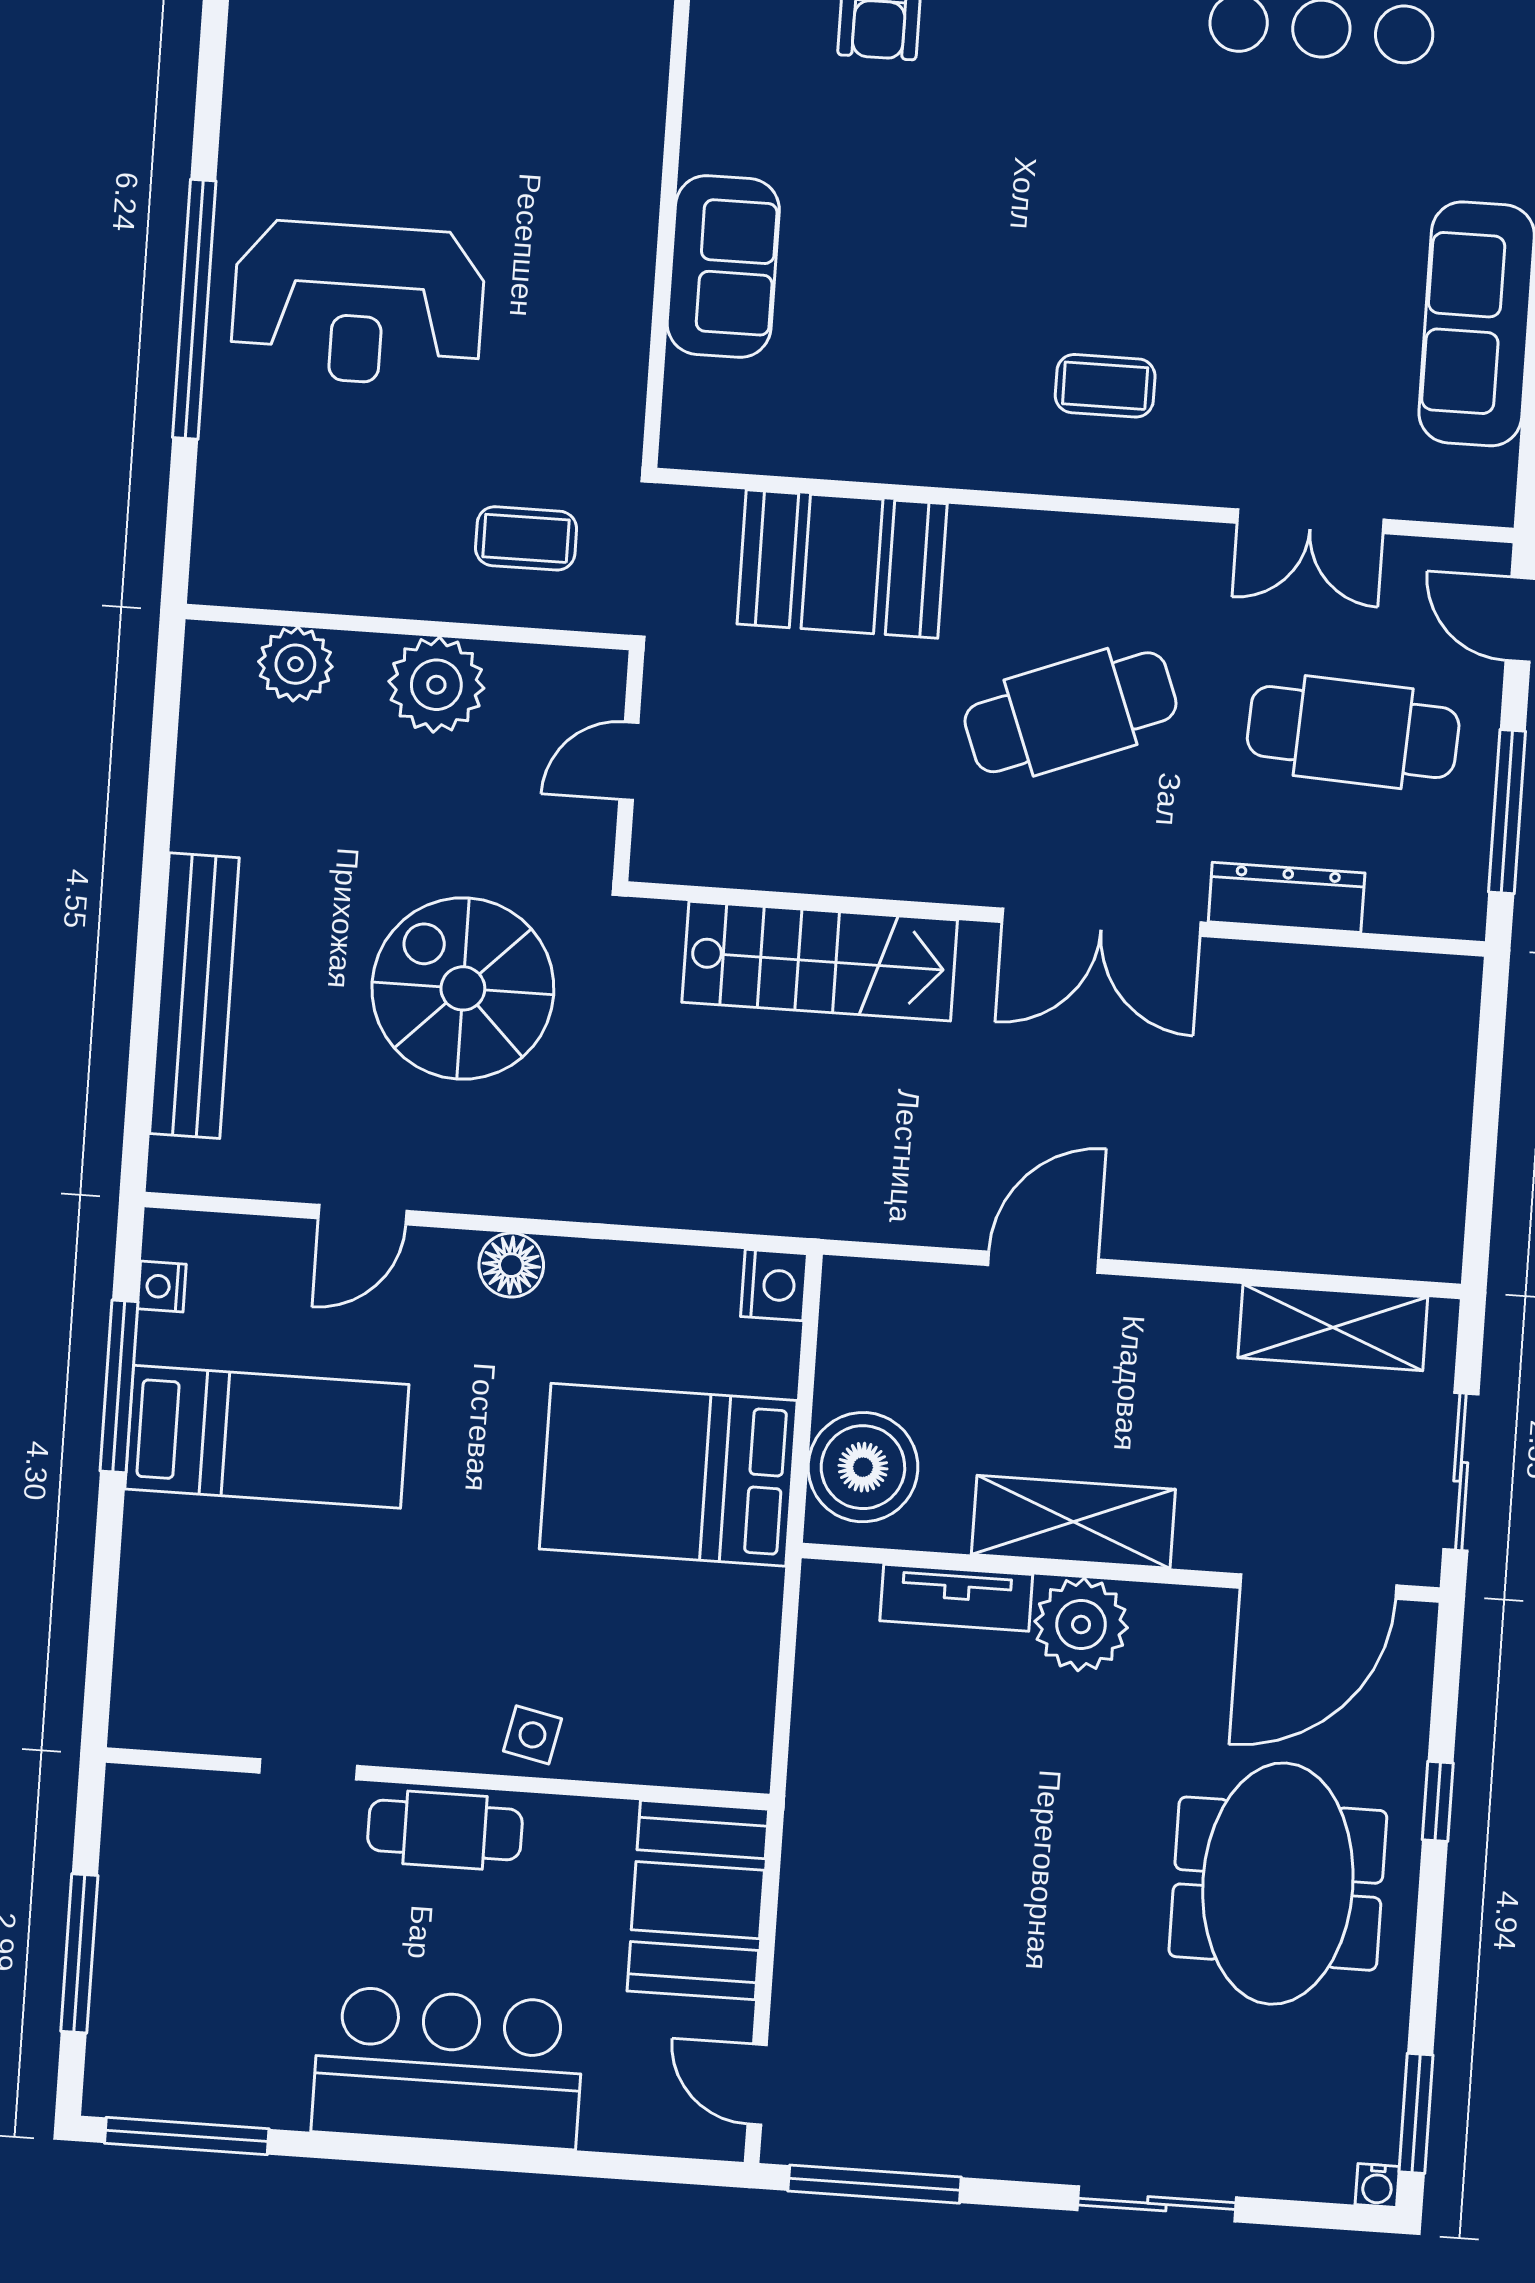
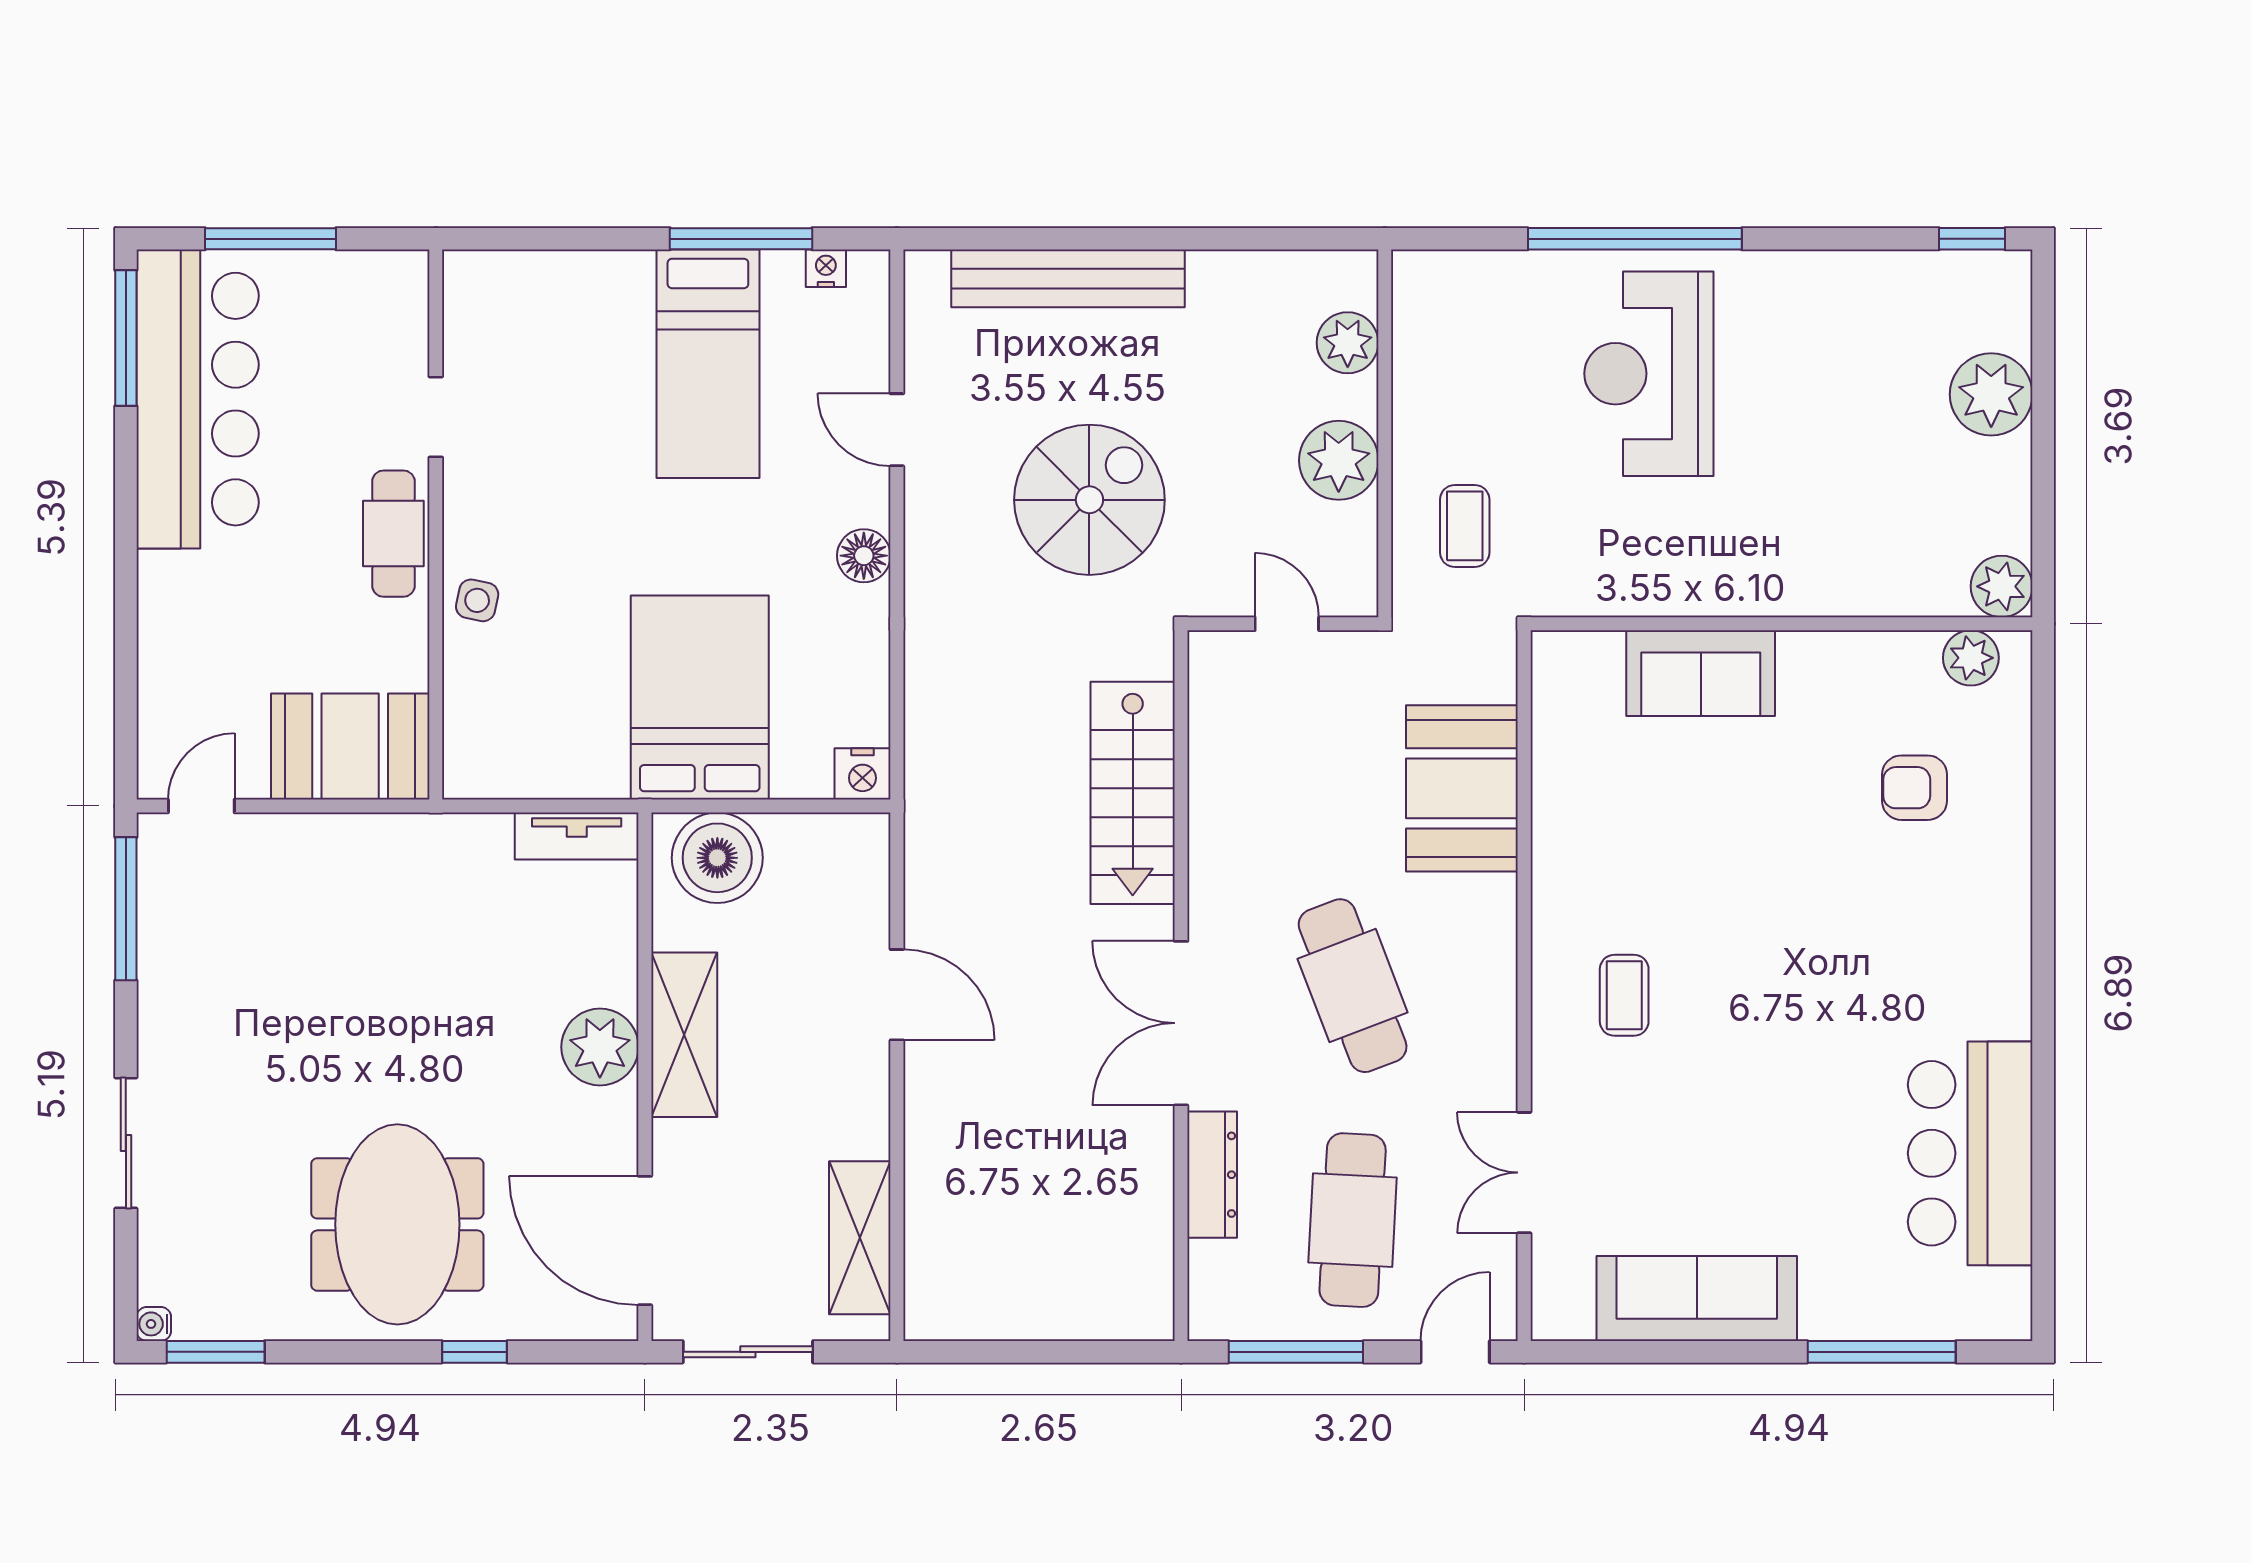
tv unit: (956, 1598) -> (577, 836), moved, turned -90
meeting table: (1278, 1884) -> (397, 1224), turned 90
bar counter: (448, 2067) -> (198, 399), moved, width x1.36

